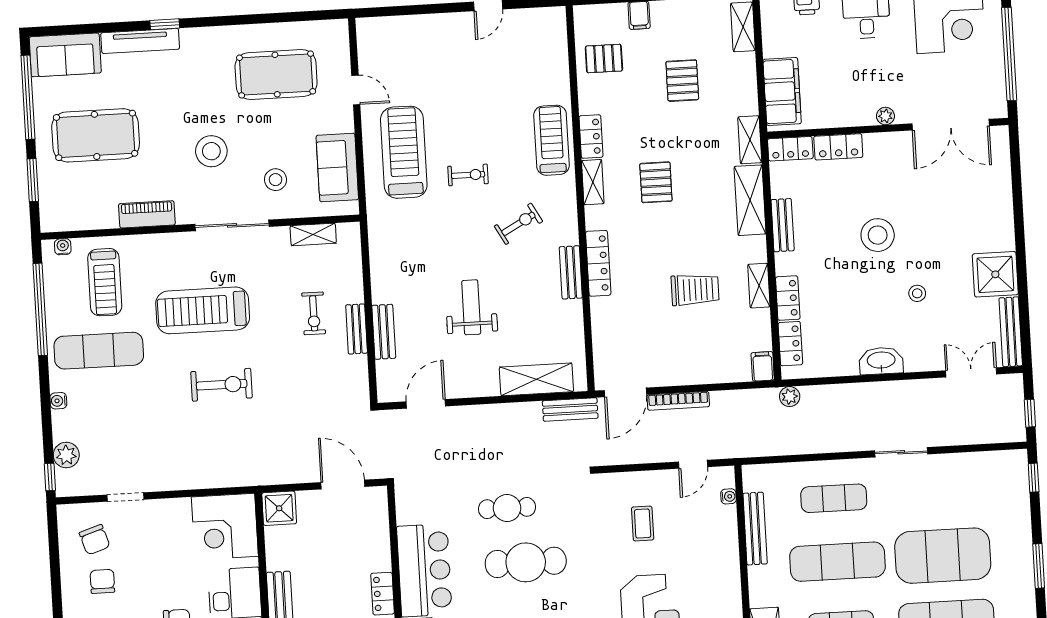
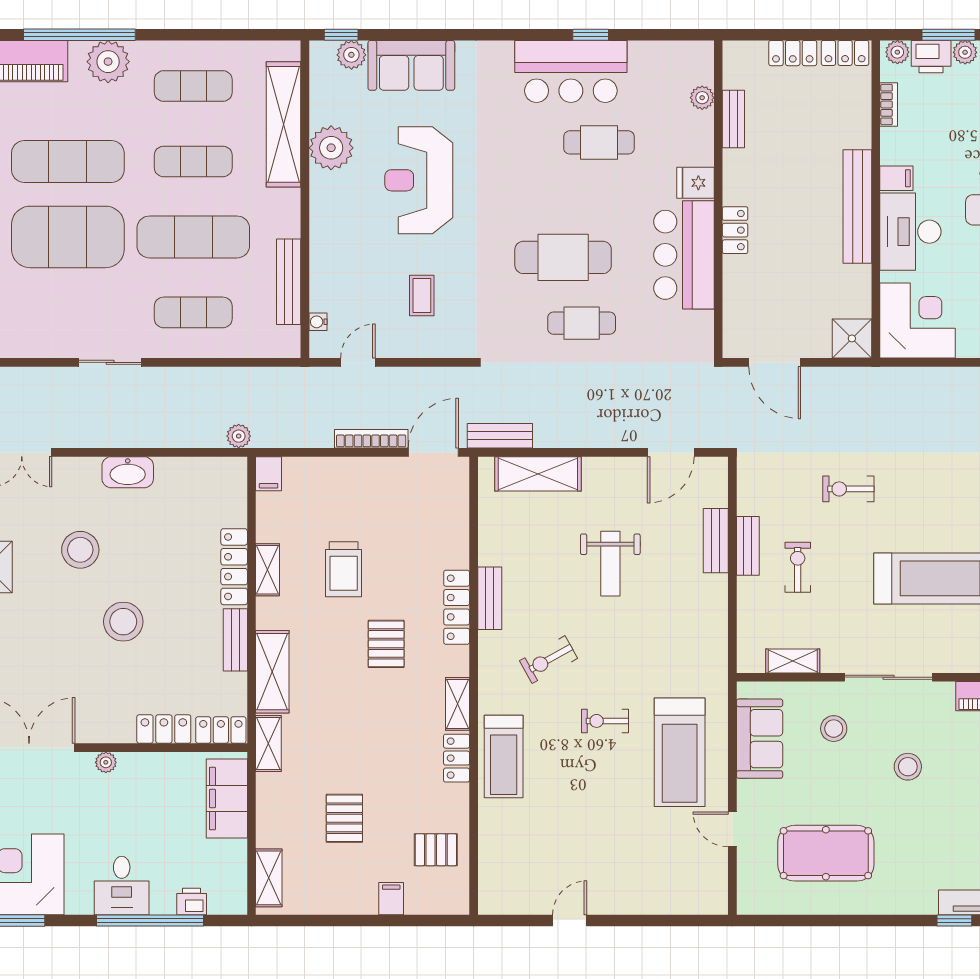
stool: (211, 151) -> (908, 767), width x0.73, depth x0.73
pallet: (656, 182) -> (386, 644), moved
trolley: (695, 290) -> (344, 569), turned -90
stool: (917, 293) -> (80, 550), width x1.89, depth x1.89
locker: (788, 298) -> (234, 567), width x1.53
locker: (790, 344) -> (234, 499), removed
exercise bike: (222, 385) -> (848, 489), moved, width x0.73, depth x0.72

